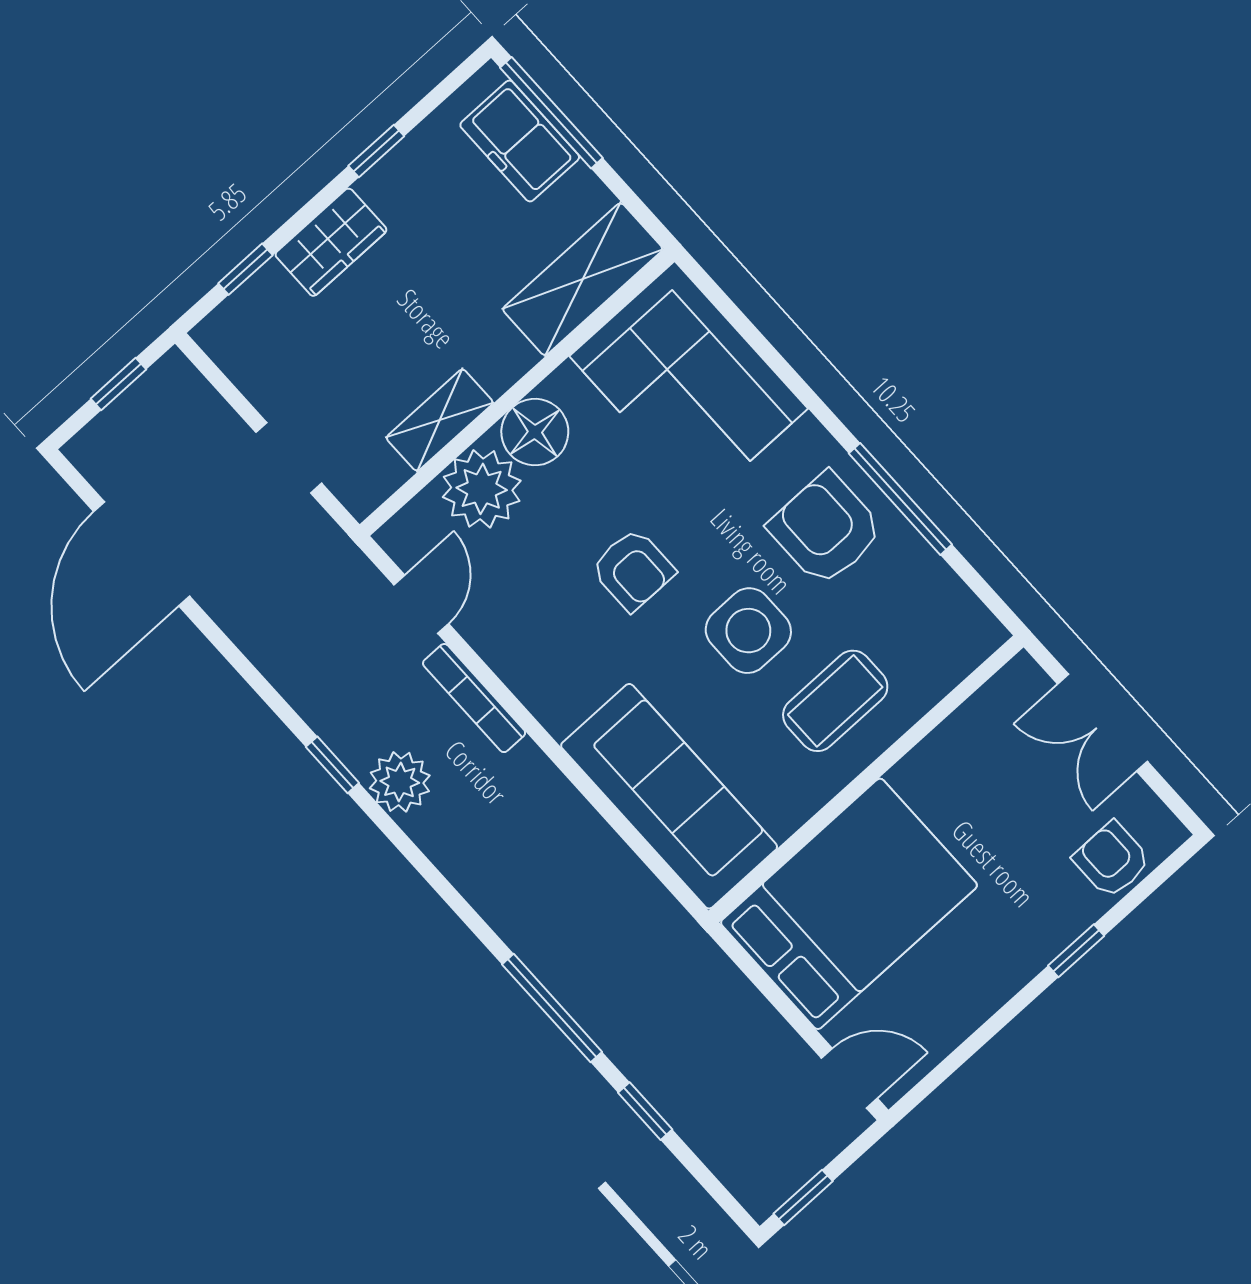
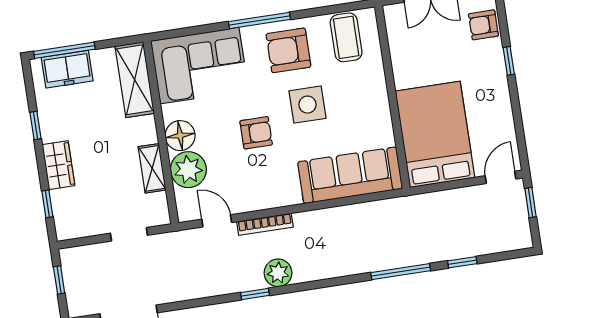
window: (900, 499) -> (259, 21), moved
coffee table: (835, 701) -> (346, 37), moved
window: (803, 1197) -> (531, 203), moved

